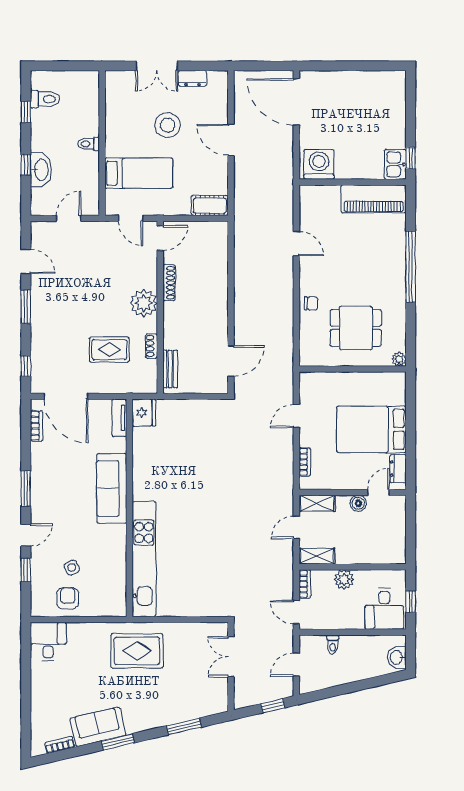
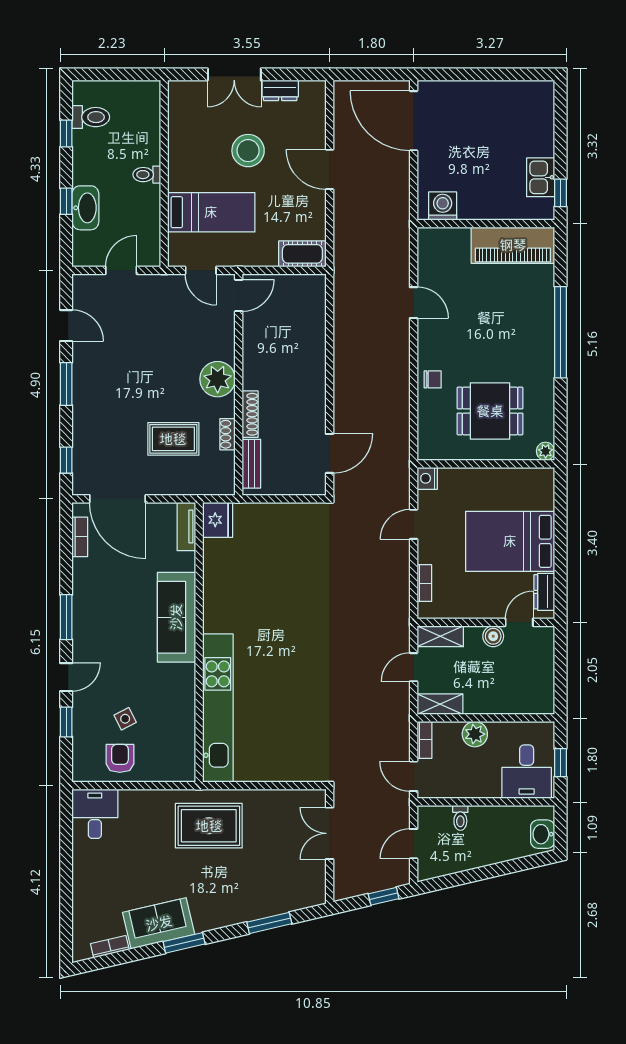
washing machine: (319, 164) -> (443, 206), width x0.73, depth x0.73
kitchen sink: (395, 164) -> (541, 177), moved
shoe rack: (169, 283) -> (250, 414), moved
nightstand: (307, 380) -> (427, 478), added

